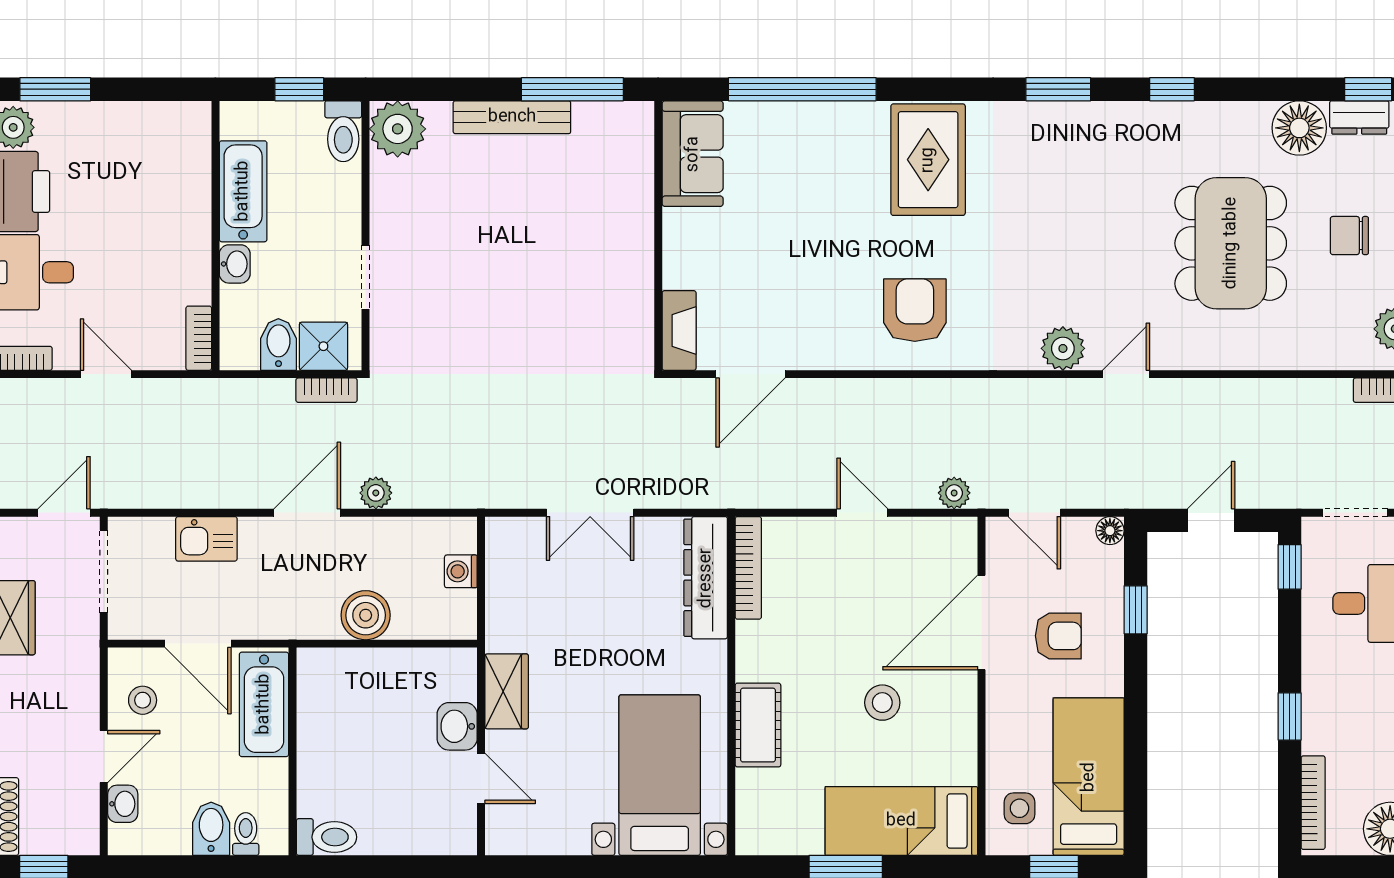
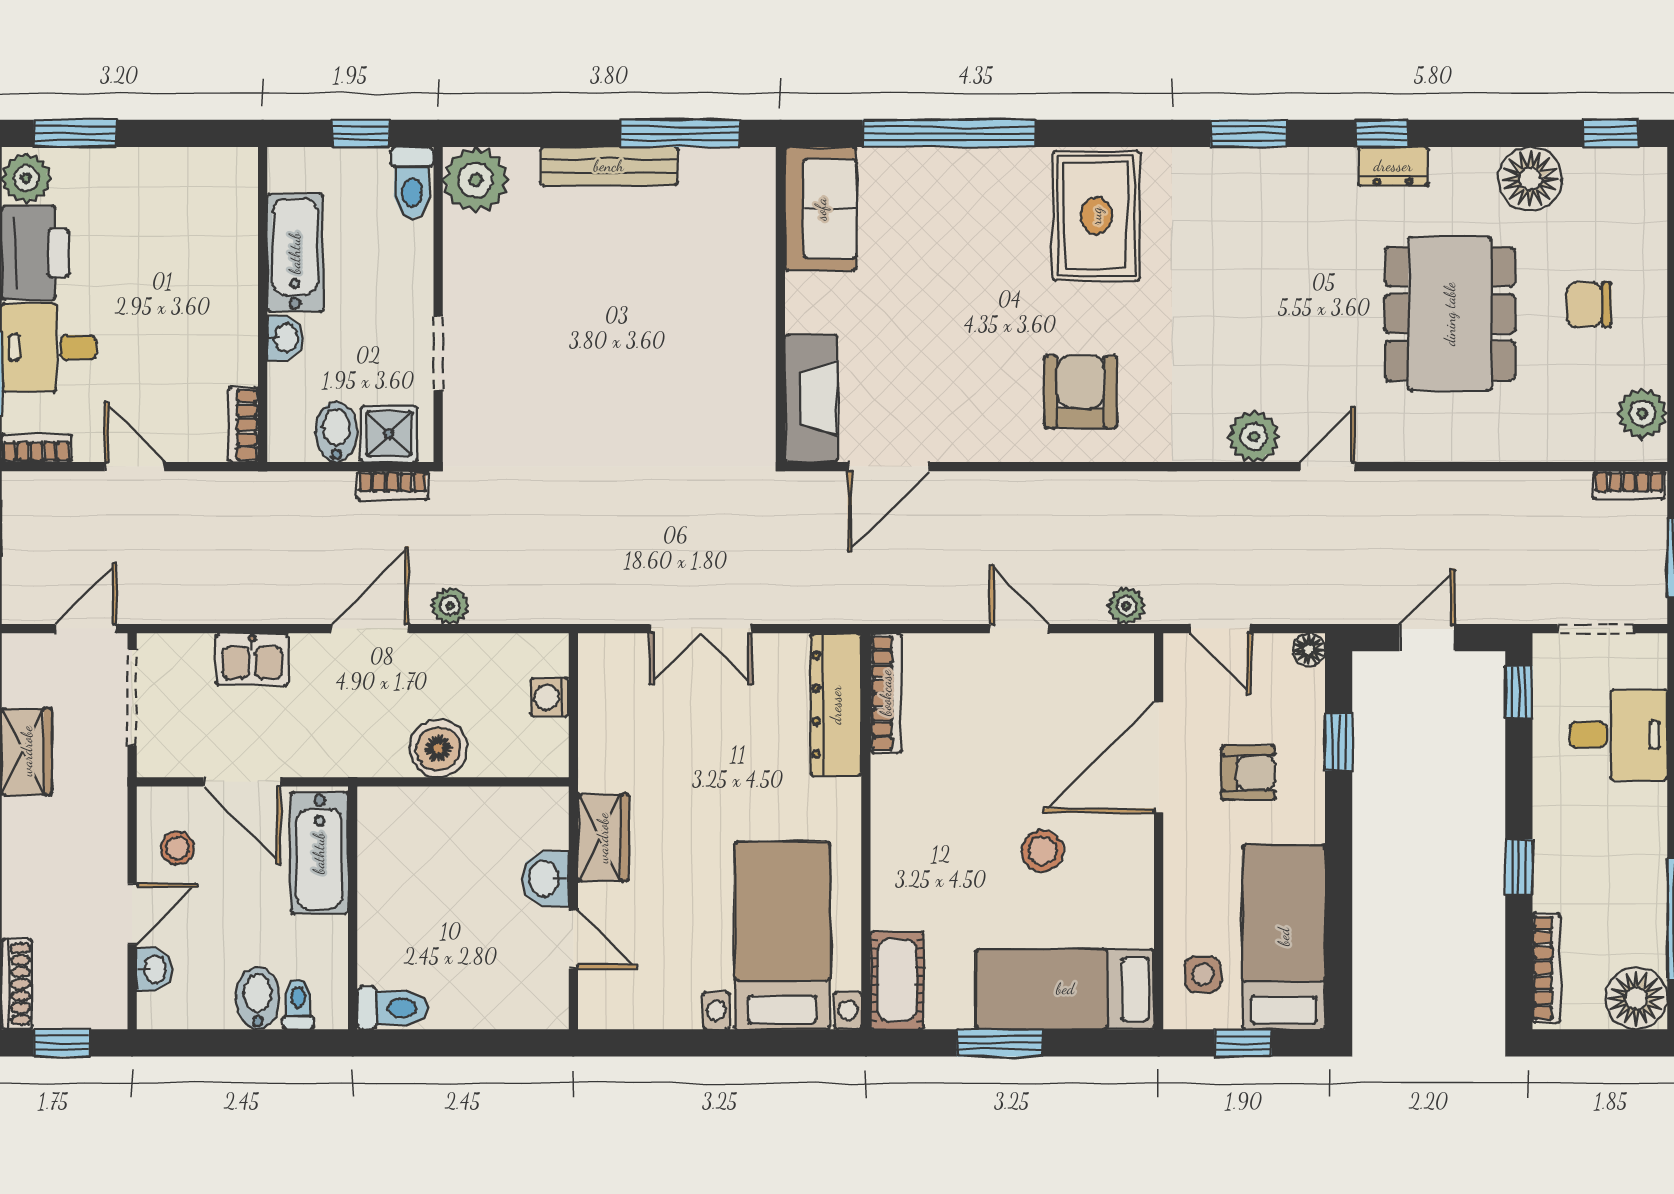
dresser: (1359, 117) -> (1393, 166), moved
fireplace: (679, 330) -> (811, 398), width x1.37, depth x1.32
cot: (758, 725) -> (897, 980), moved

